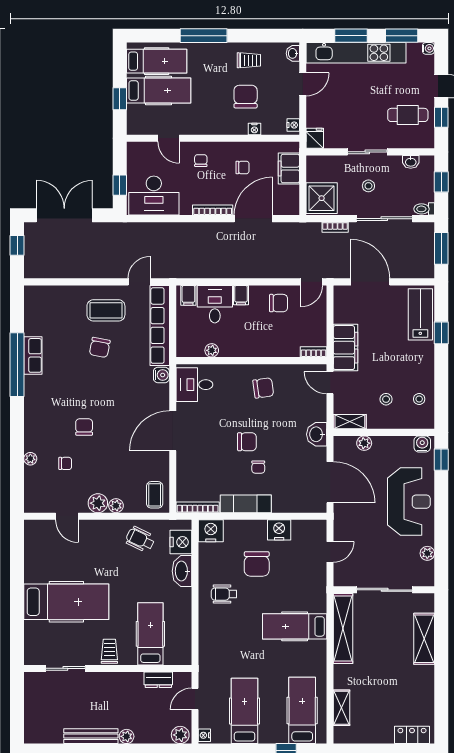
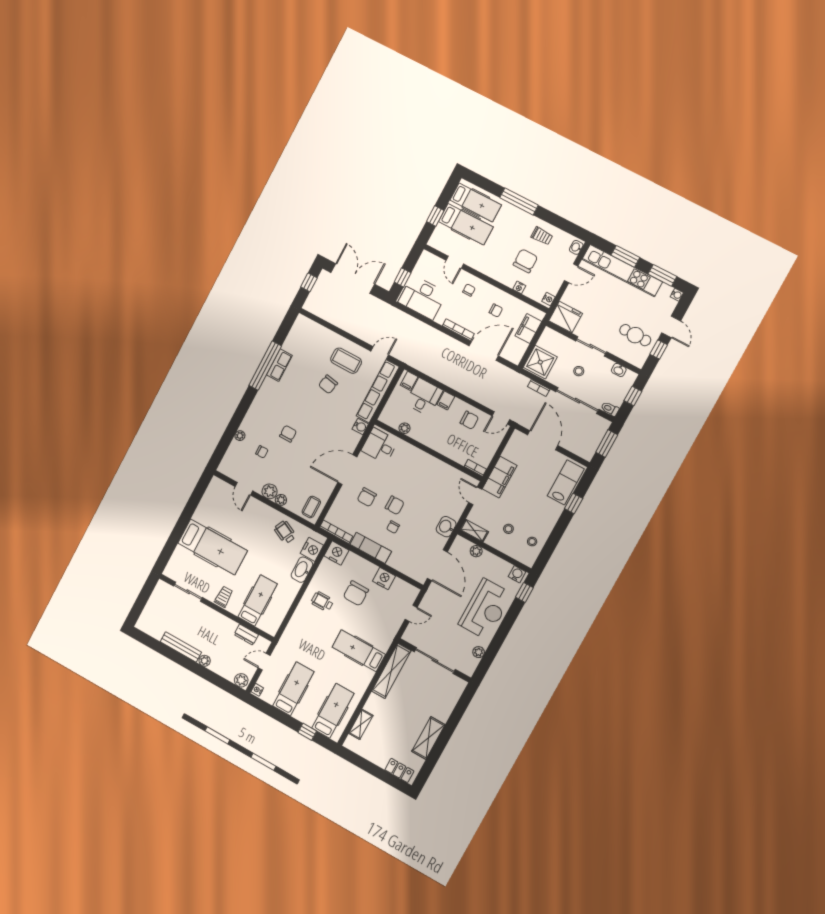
fridge: (315, 138) -> (566, 317), width x1.88, depth x1.34
chair: (263, 388) -> (367, 497), moved, turned 98
shelving: (424, 639) -> (428, 738), moved

